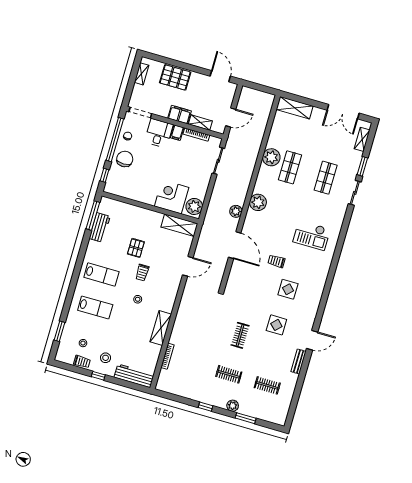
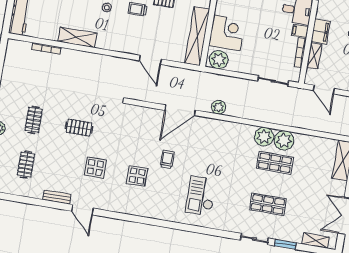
plant: (258, 202) -> (264, 137), moved
shelving: (179, 225) -> (197, 36), width x1.47

